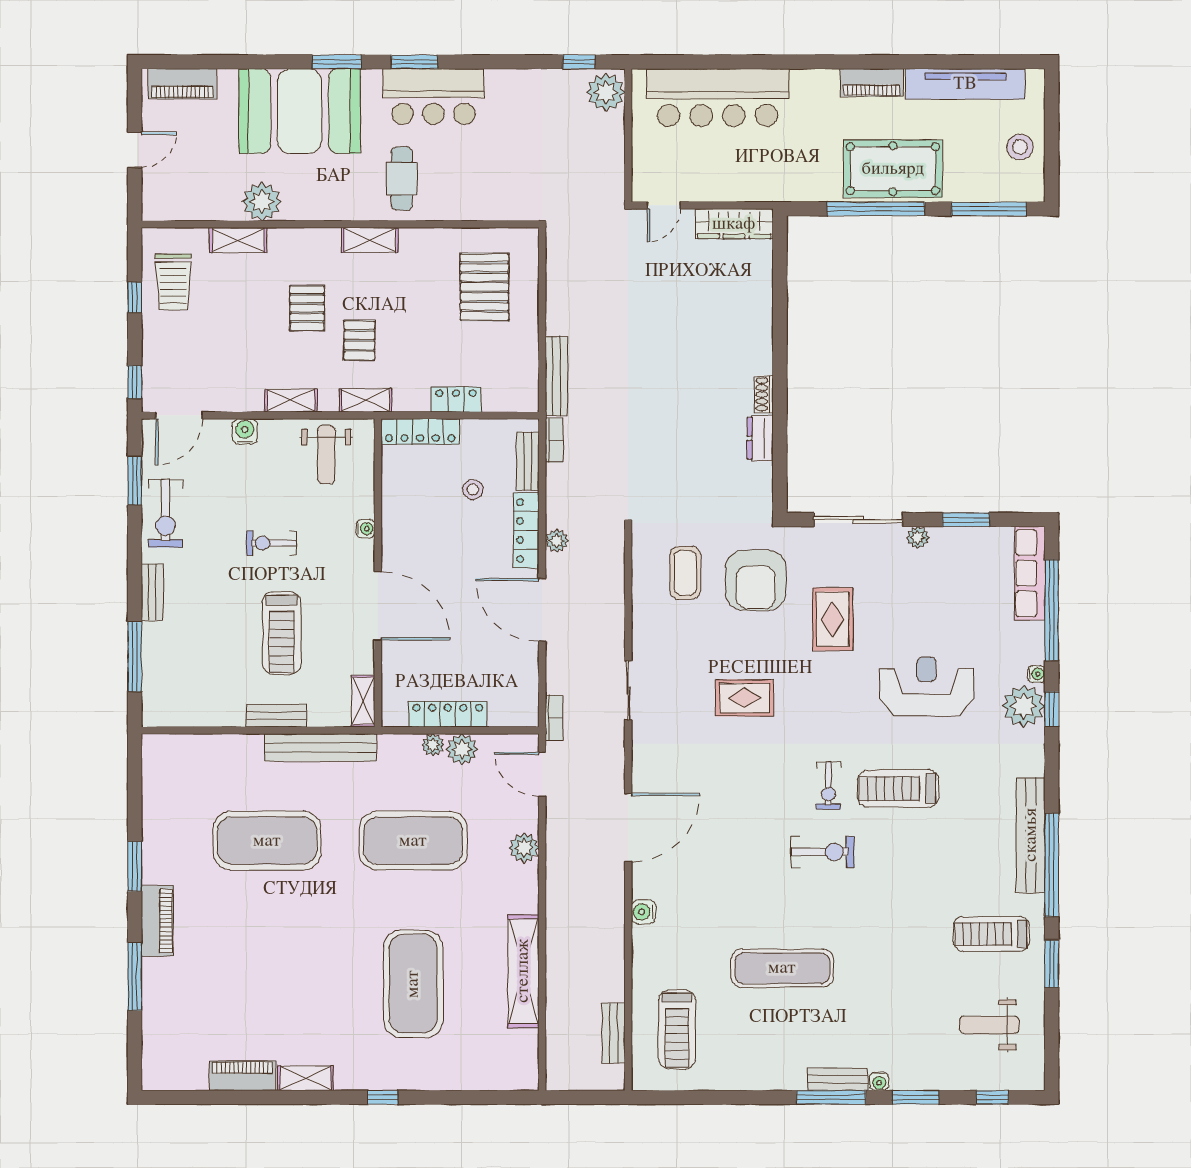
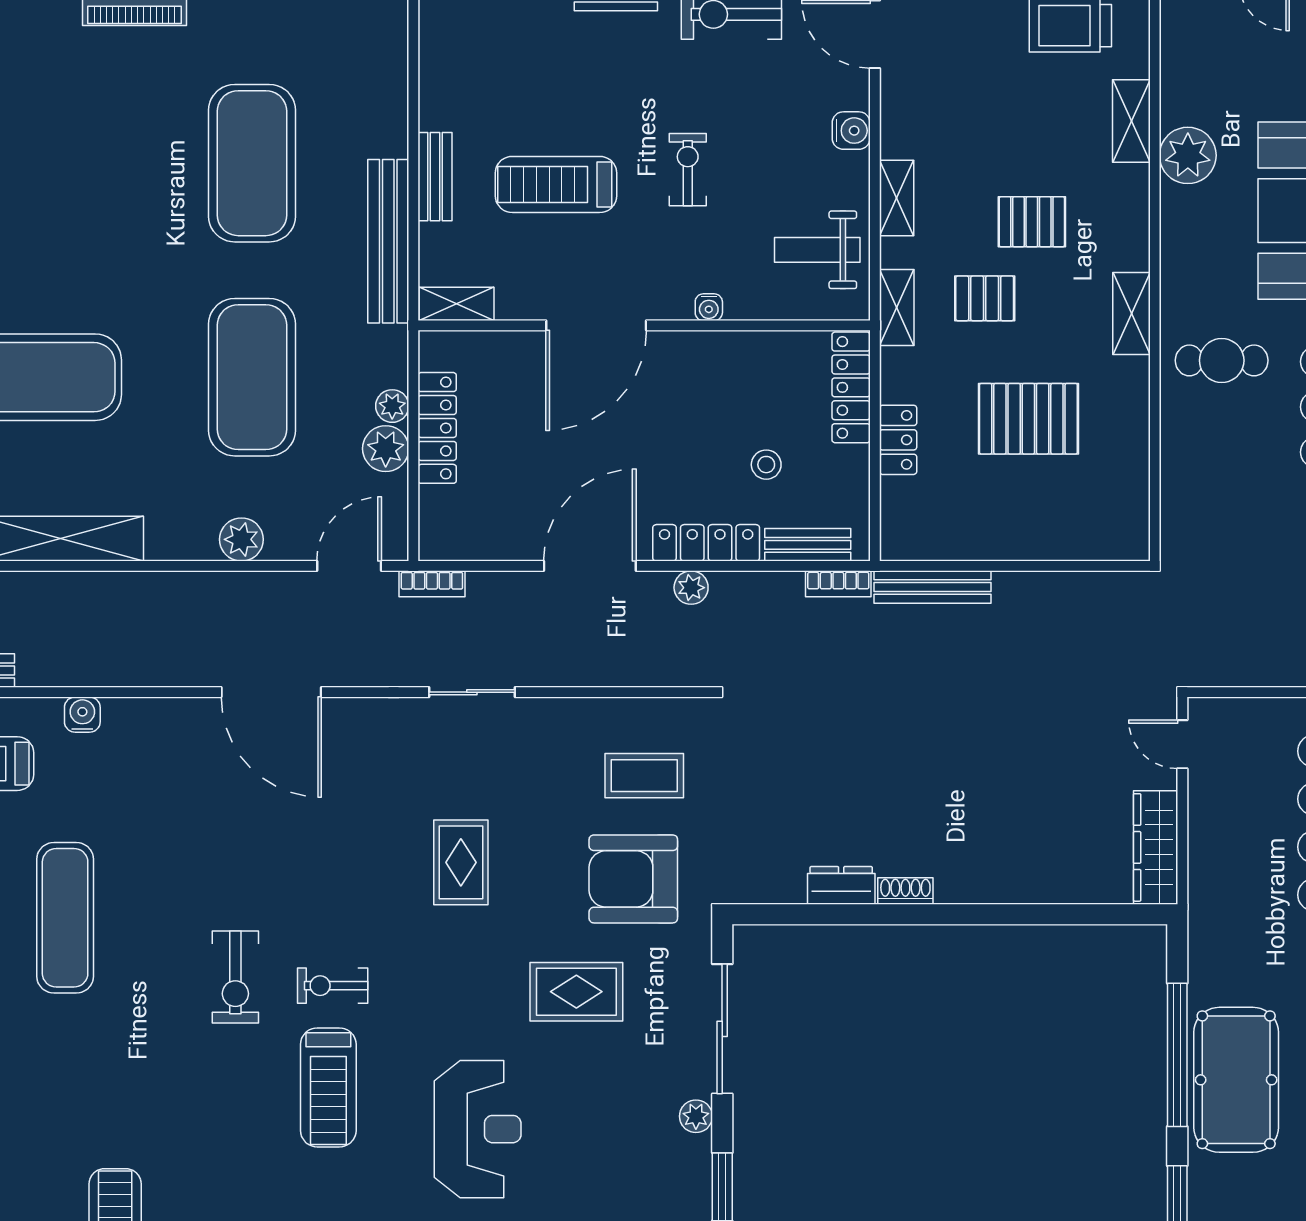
pallet: (485, 287) -> (1028, 419), moved
treadmill: (898, 788) -> (328, 1087), turned 180
water cooler: (644, 912) -> (82, 715), moved

